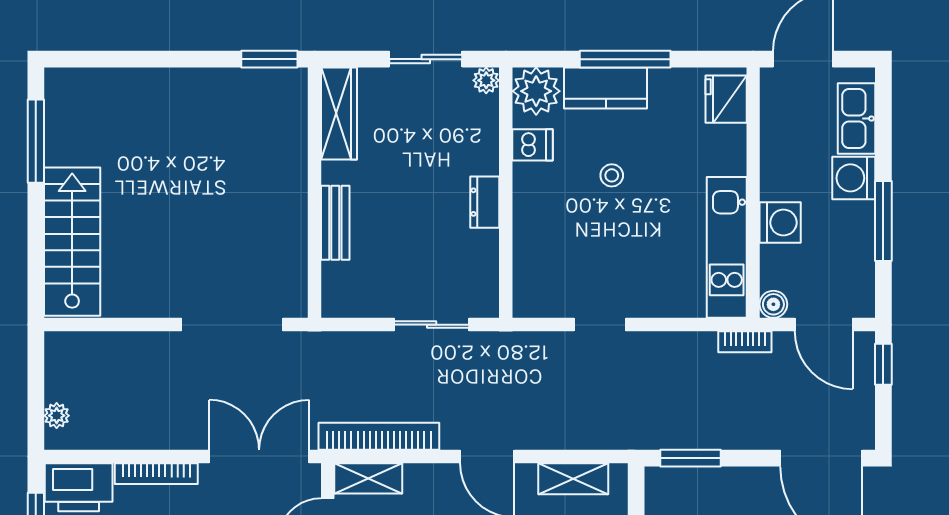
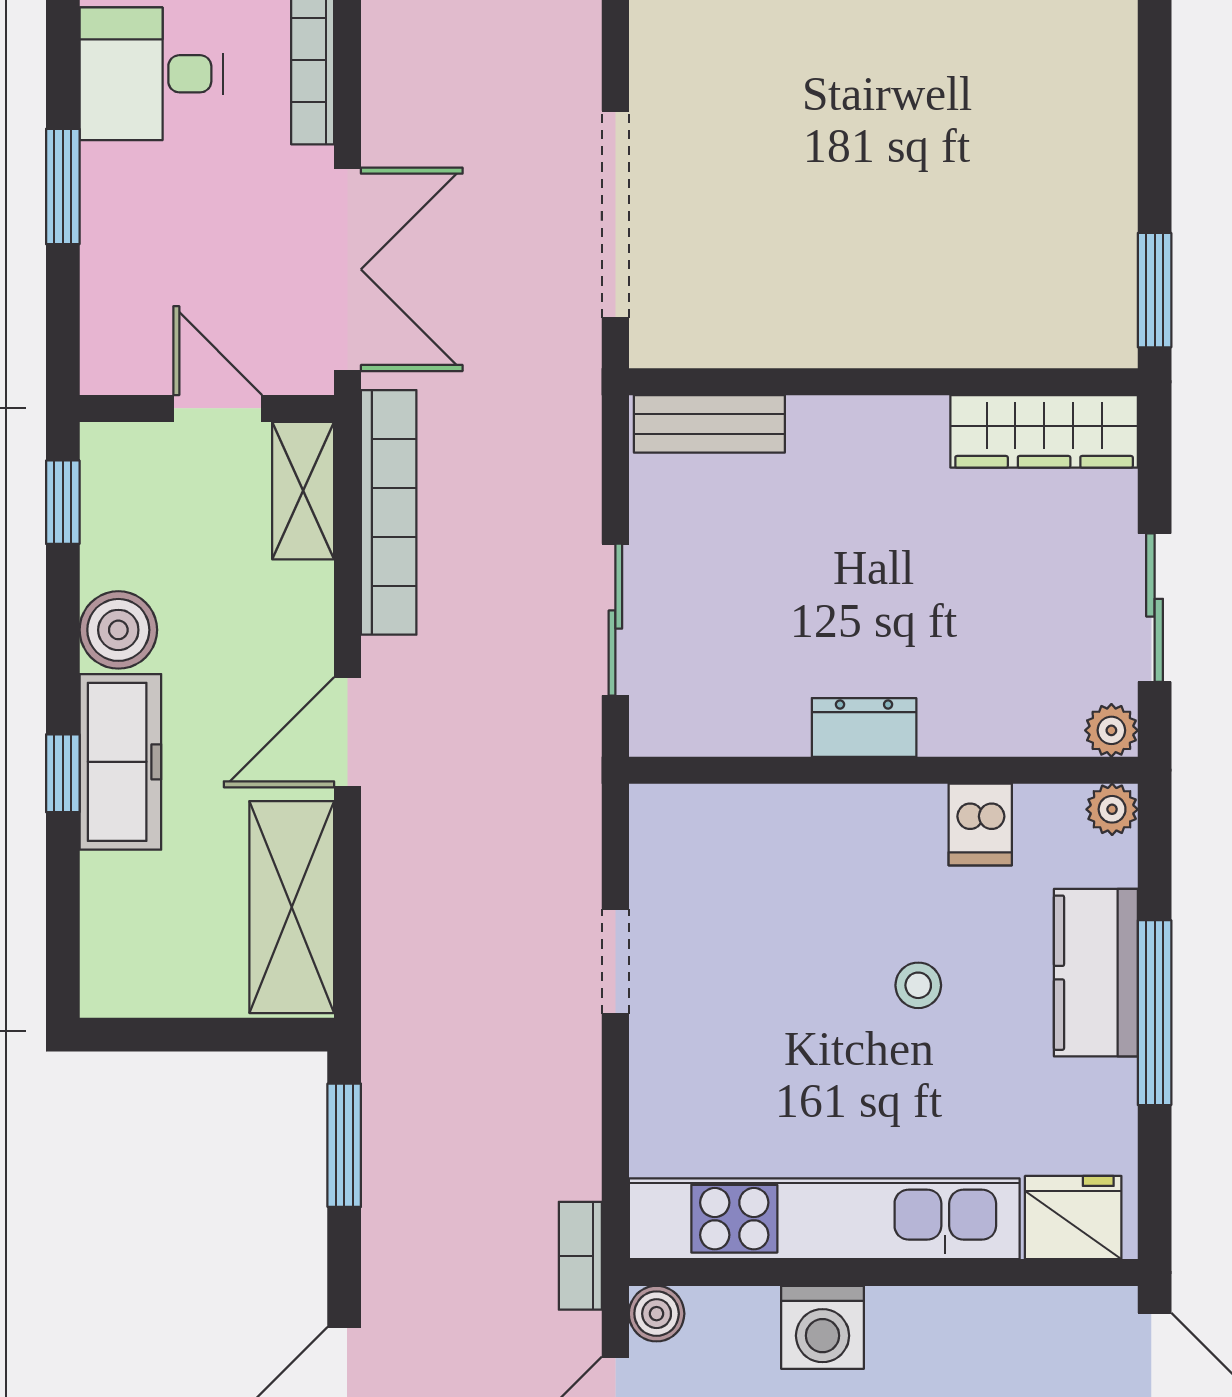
plant: (536, 91) -> (1112, 809), width x0.53, depth x0.53
bench: (335, 223) -> (709, 424), moved
kitchen unit: (727, 247) -> (824, 1219), width x1.36
shelving: (573, 479) -> (292, 907), width x1.50, depth x1.33

